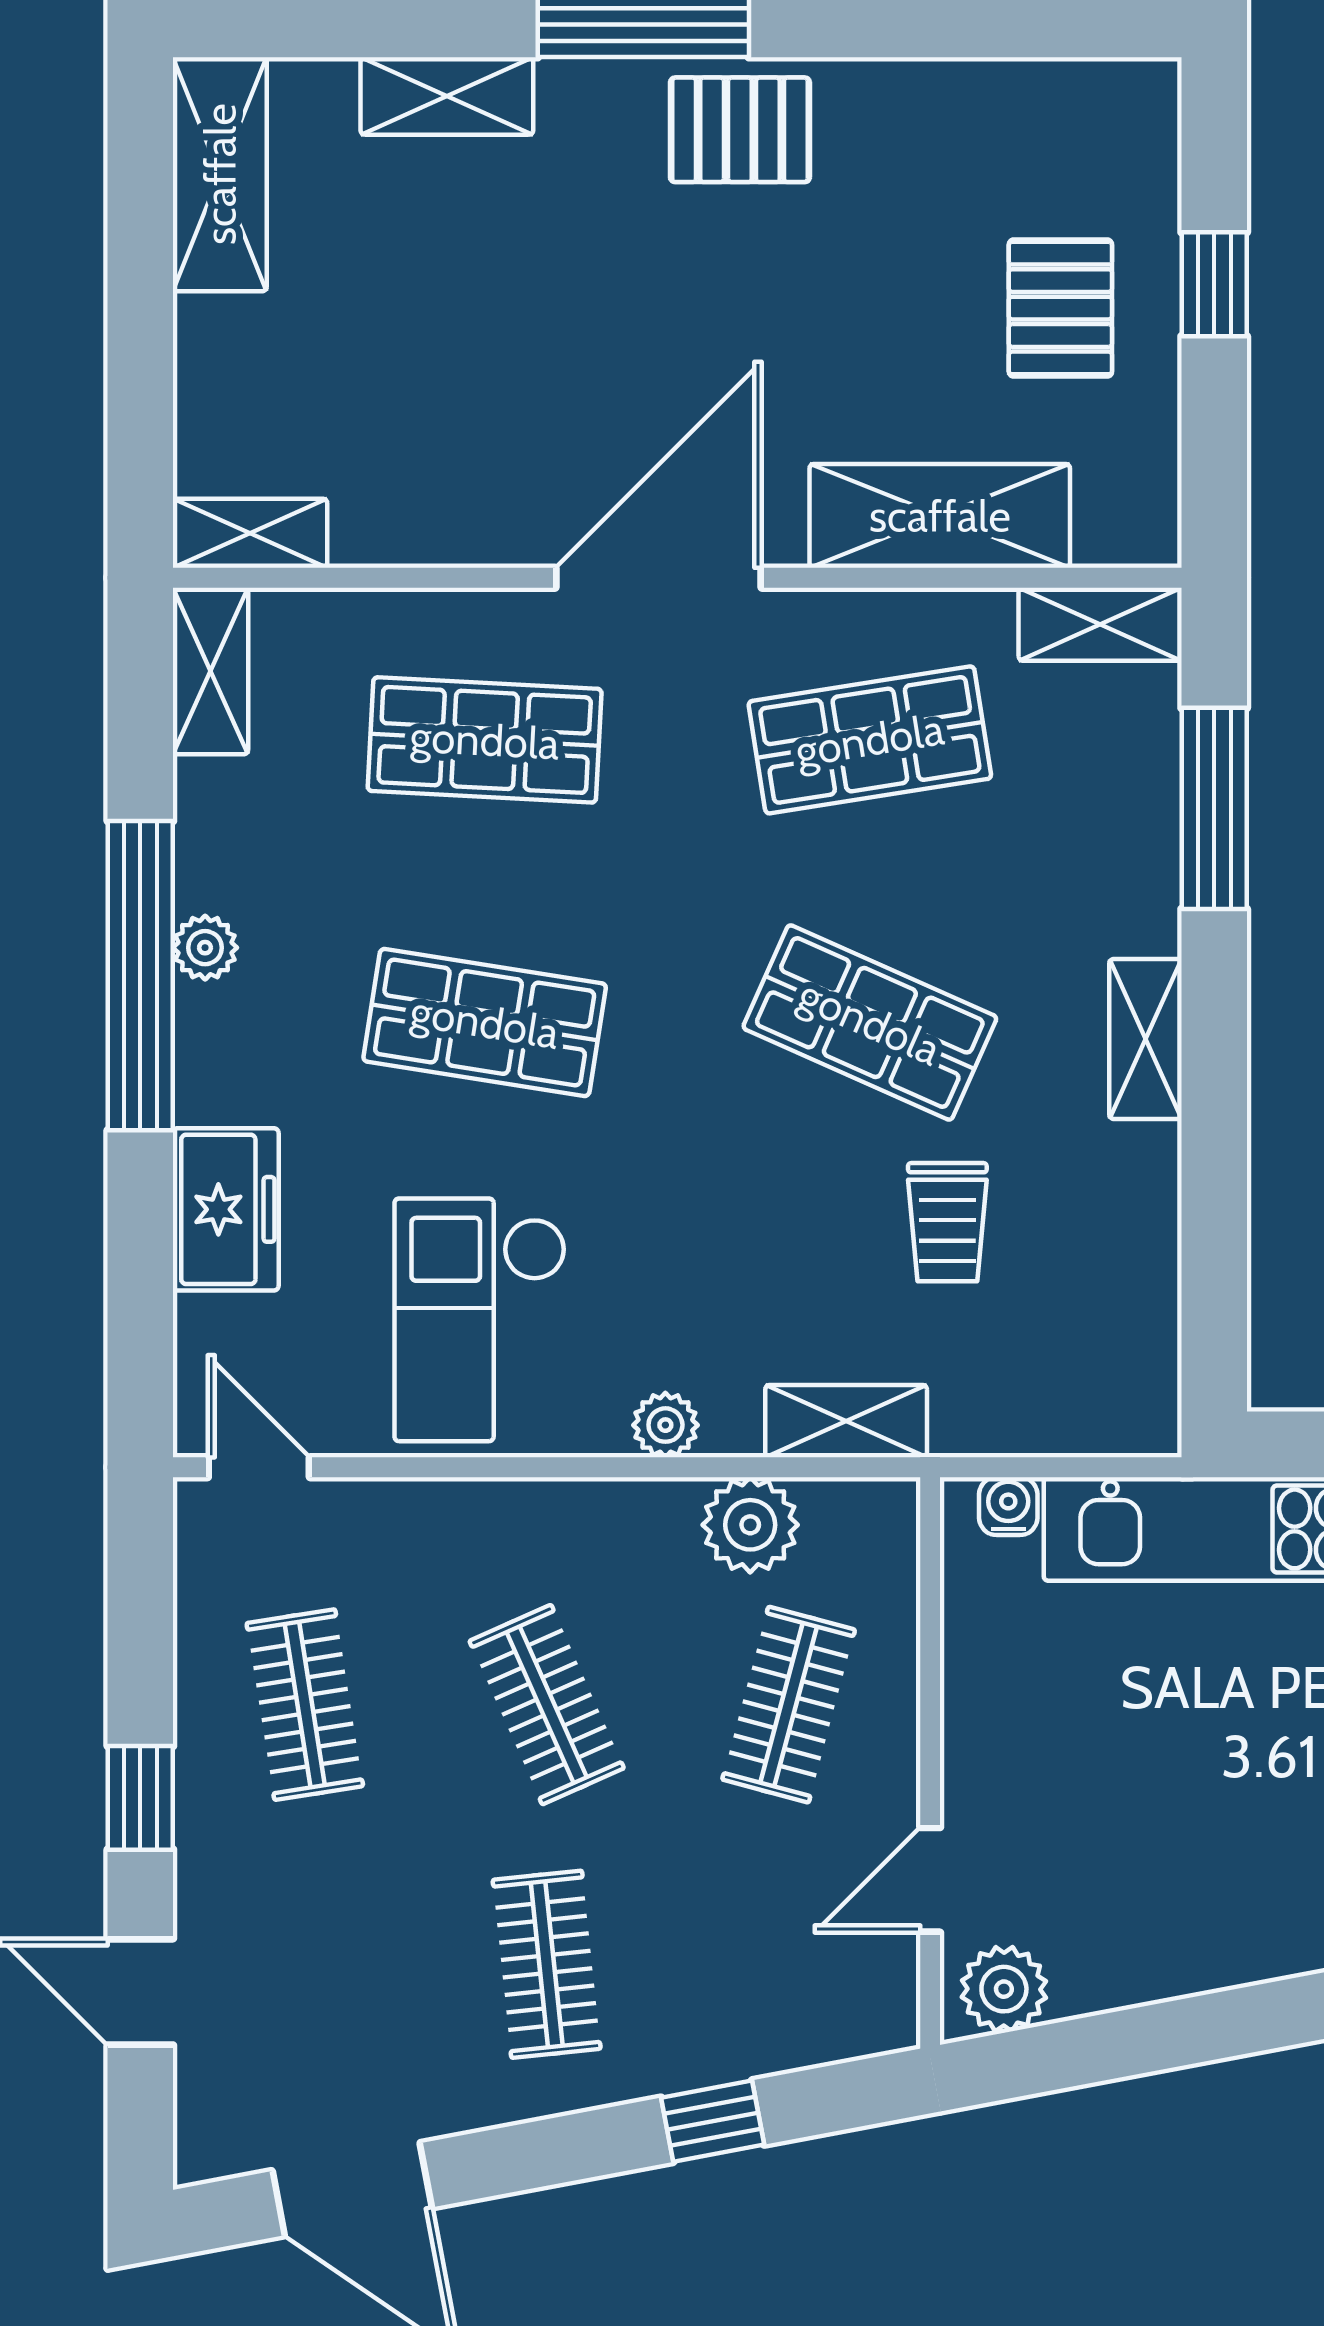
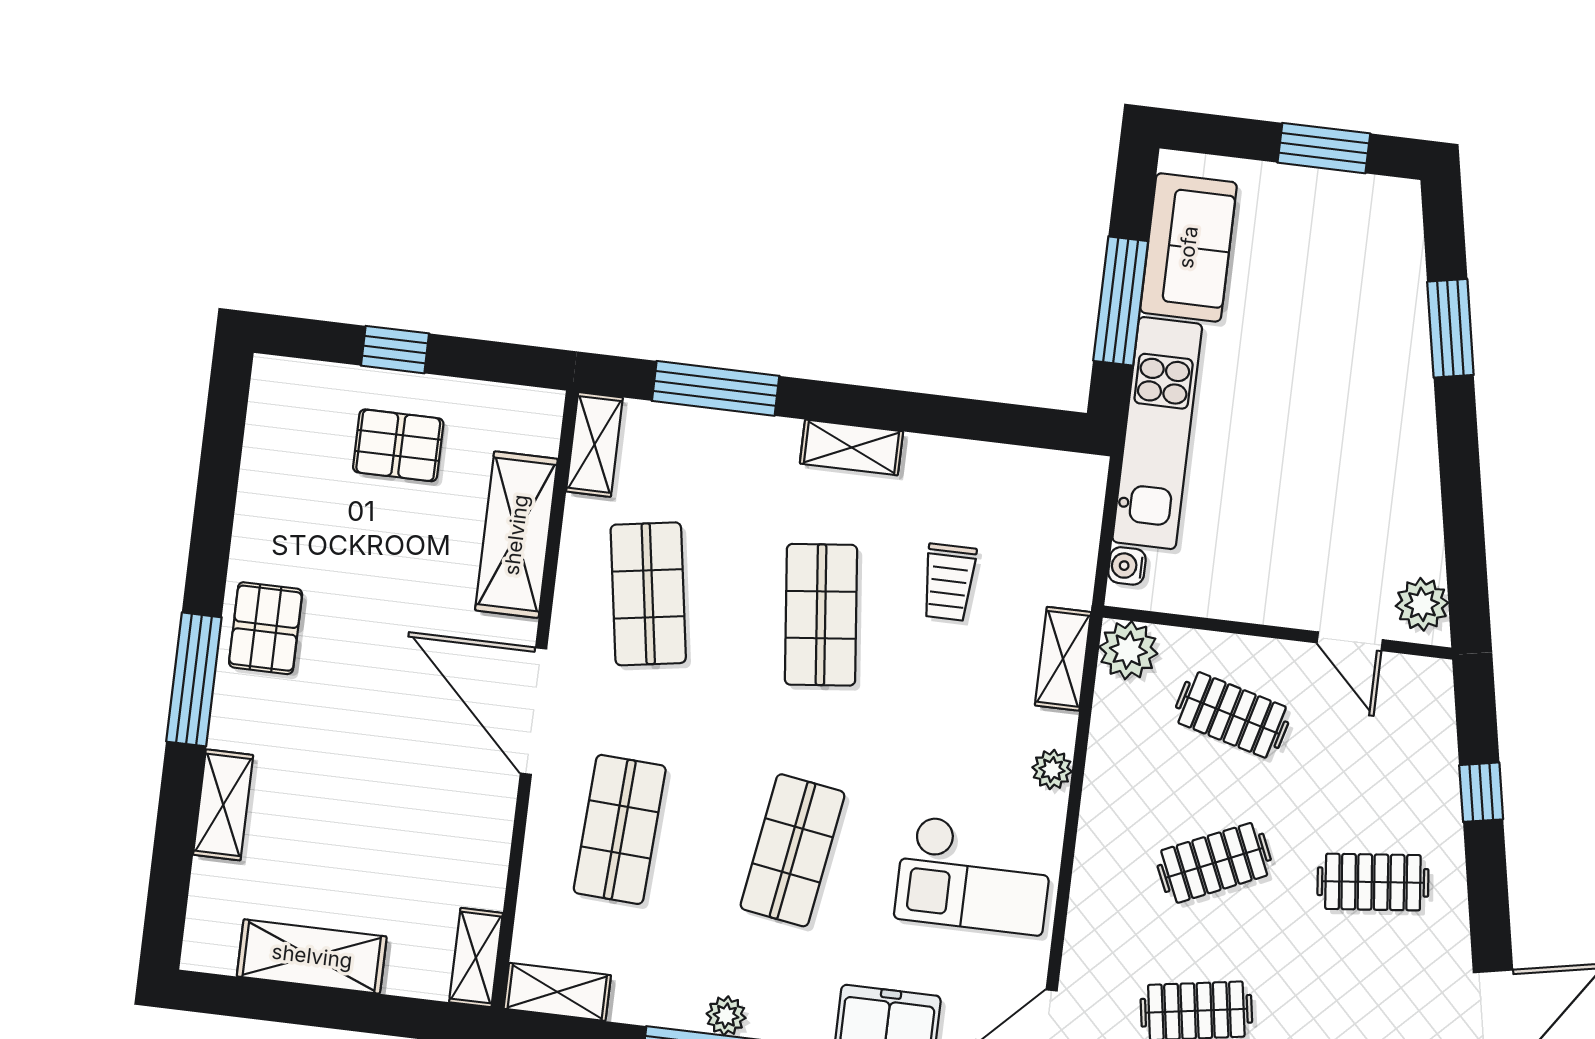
shelving: (220, 174) -> (312, 956), moved
shop shelf: (870, 1022) -> (821, 615), turned -30
trolley: (947, 1222) -> (949, 582), turned 90
plant: (750, 1525) -> (1128, 650), moved

